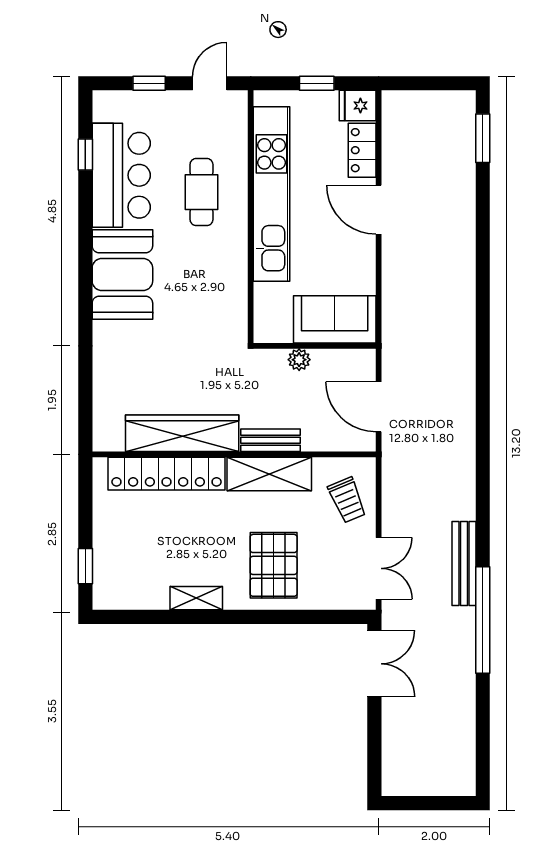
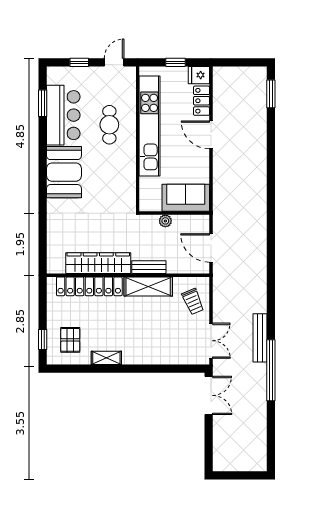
window: (85, 155) -> (43, 103), width x1.50
pallet: (274, 565) -> (70, 340), moved, width x0.67, depth x0.71

